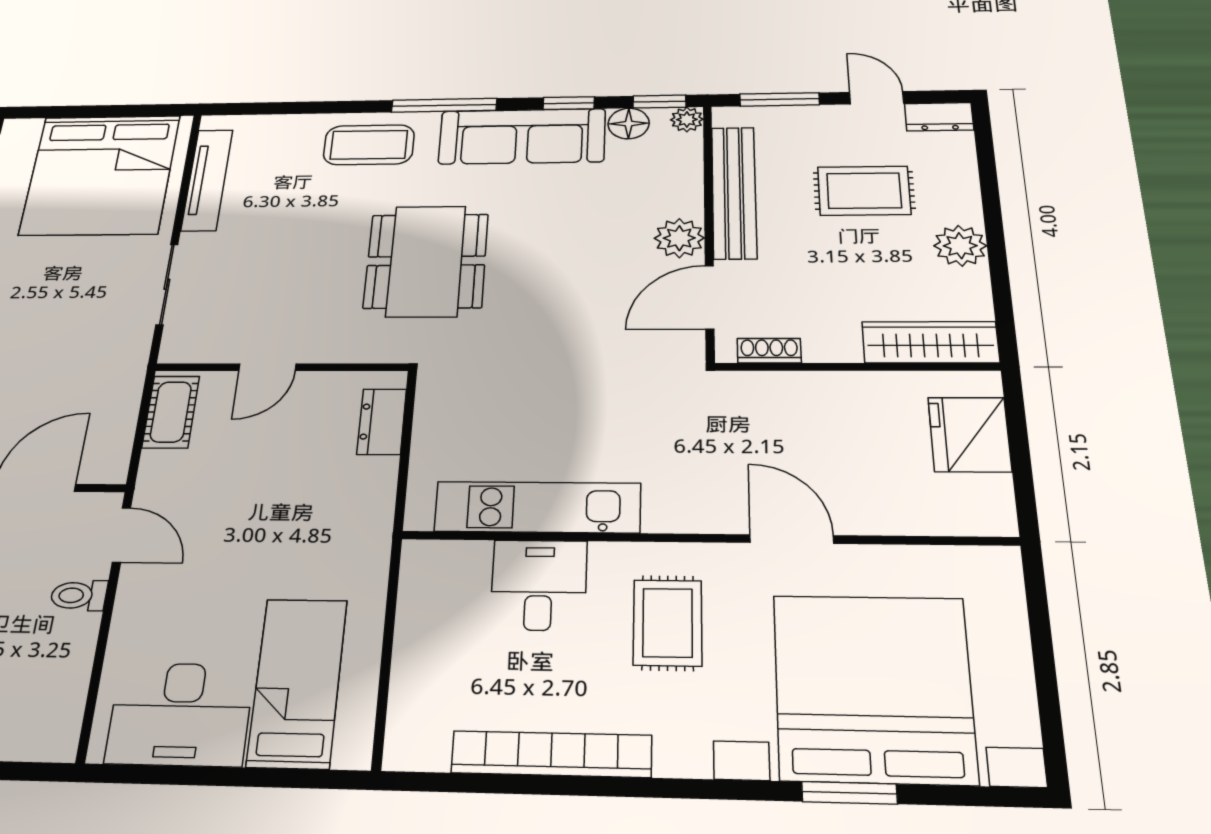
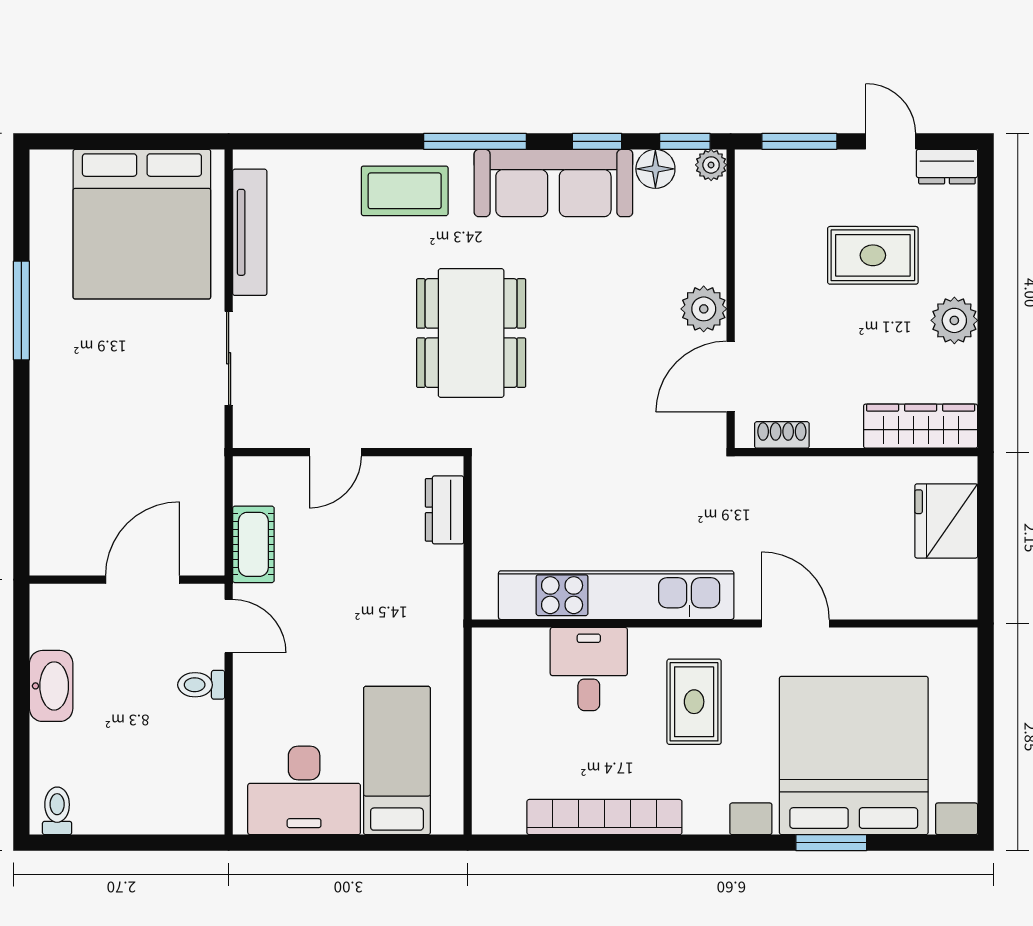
bench: (734, 192) -> (754, 255), removed
cot: (171, 412) -> (253, 544), moved
kitchen unit: (538, 507) -> (616, 595), width x1.36

